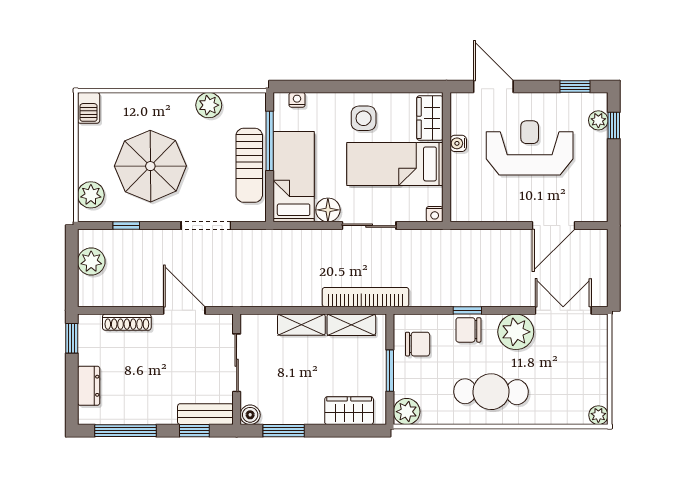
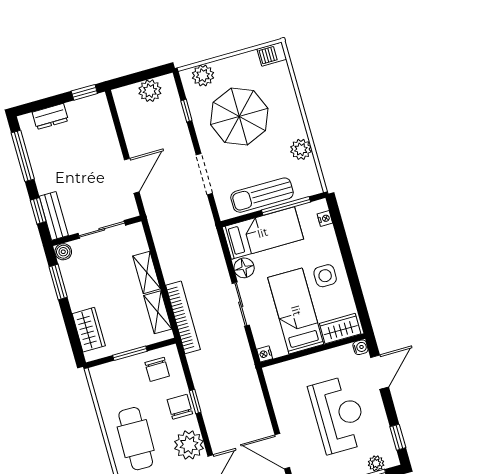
water cooler: (458, 143) -> (360, 347), moved, turned 90
shoe rack: (127, 322) -> (110, 133), removed
plant: (407, 412) -> (101, 376), removed

